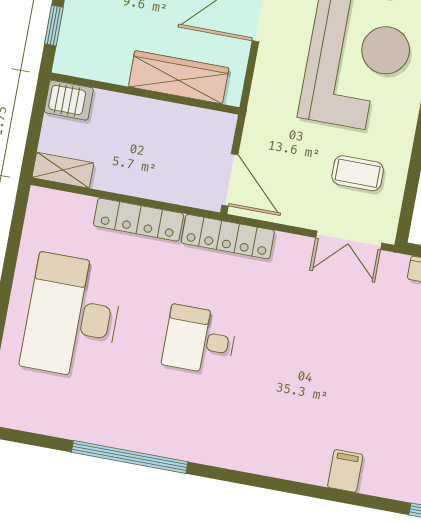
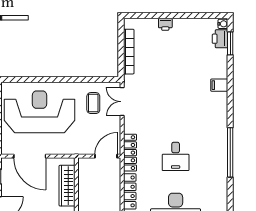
double door: (349, 240) -> (122, 102), swing flipped
window: (130, 457) -> (230, 152), moved

